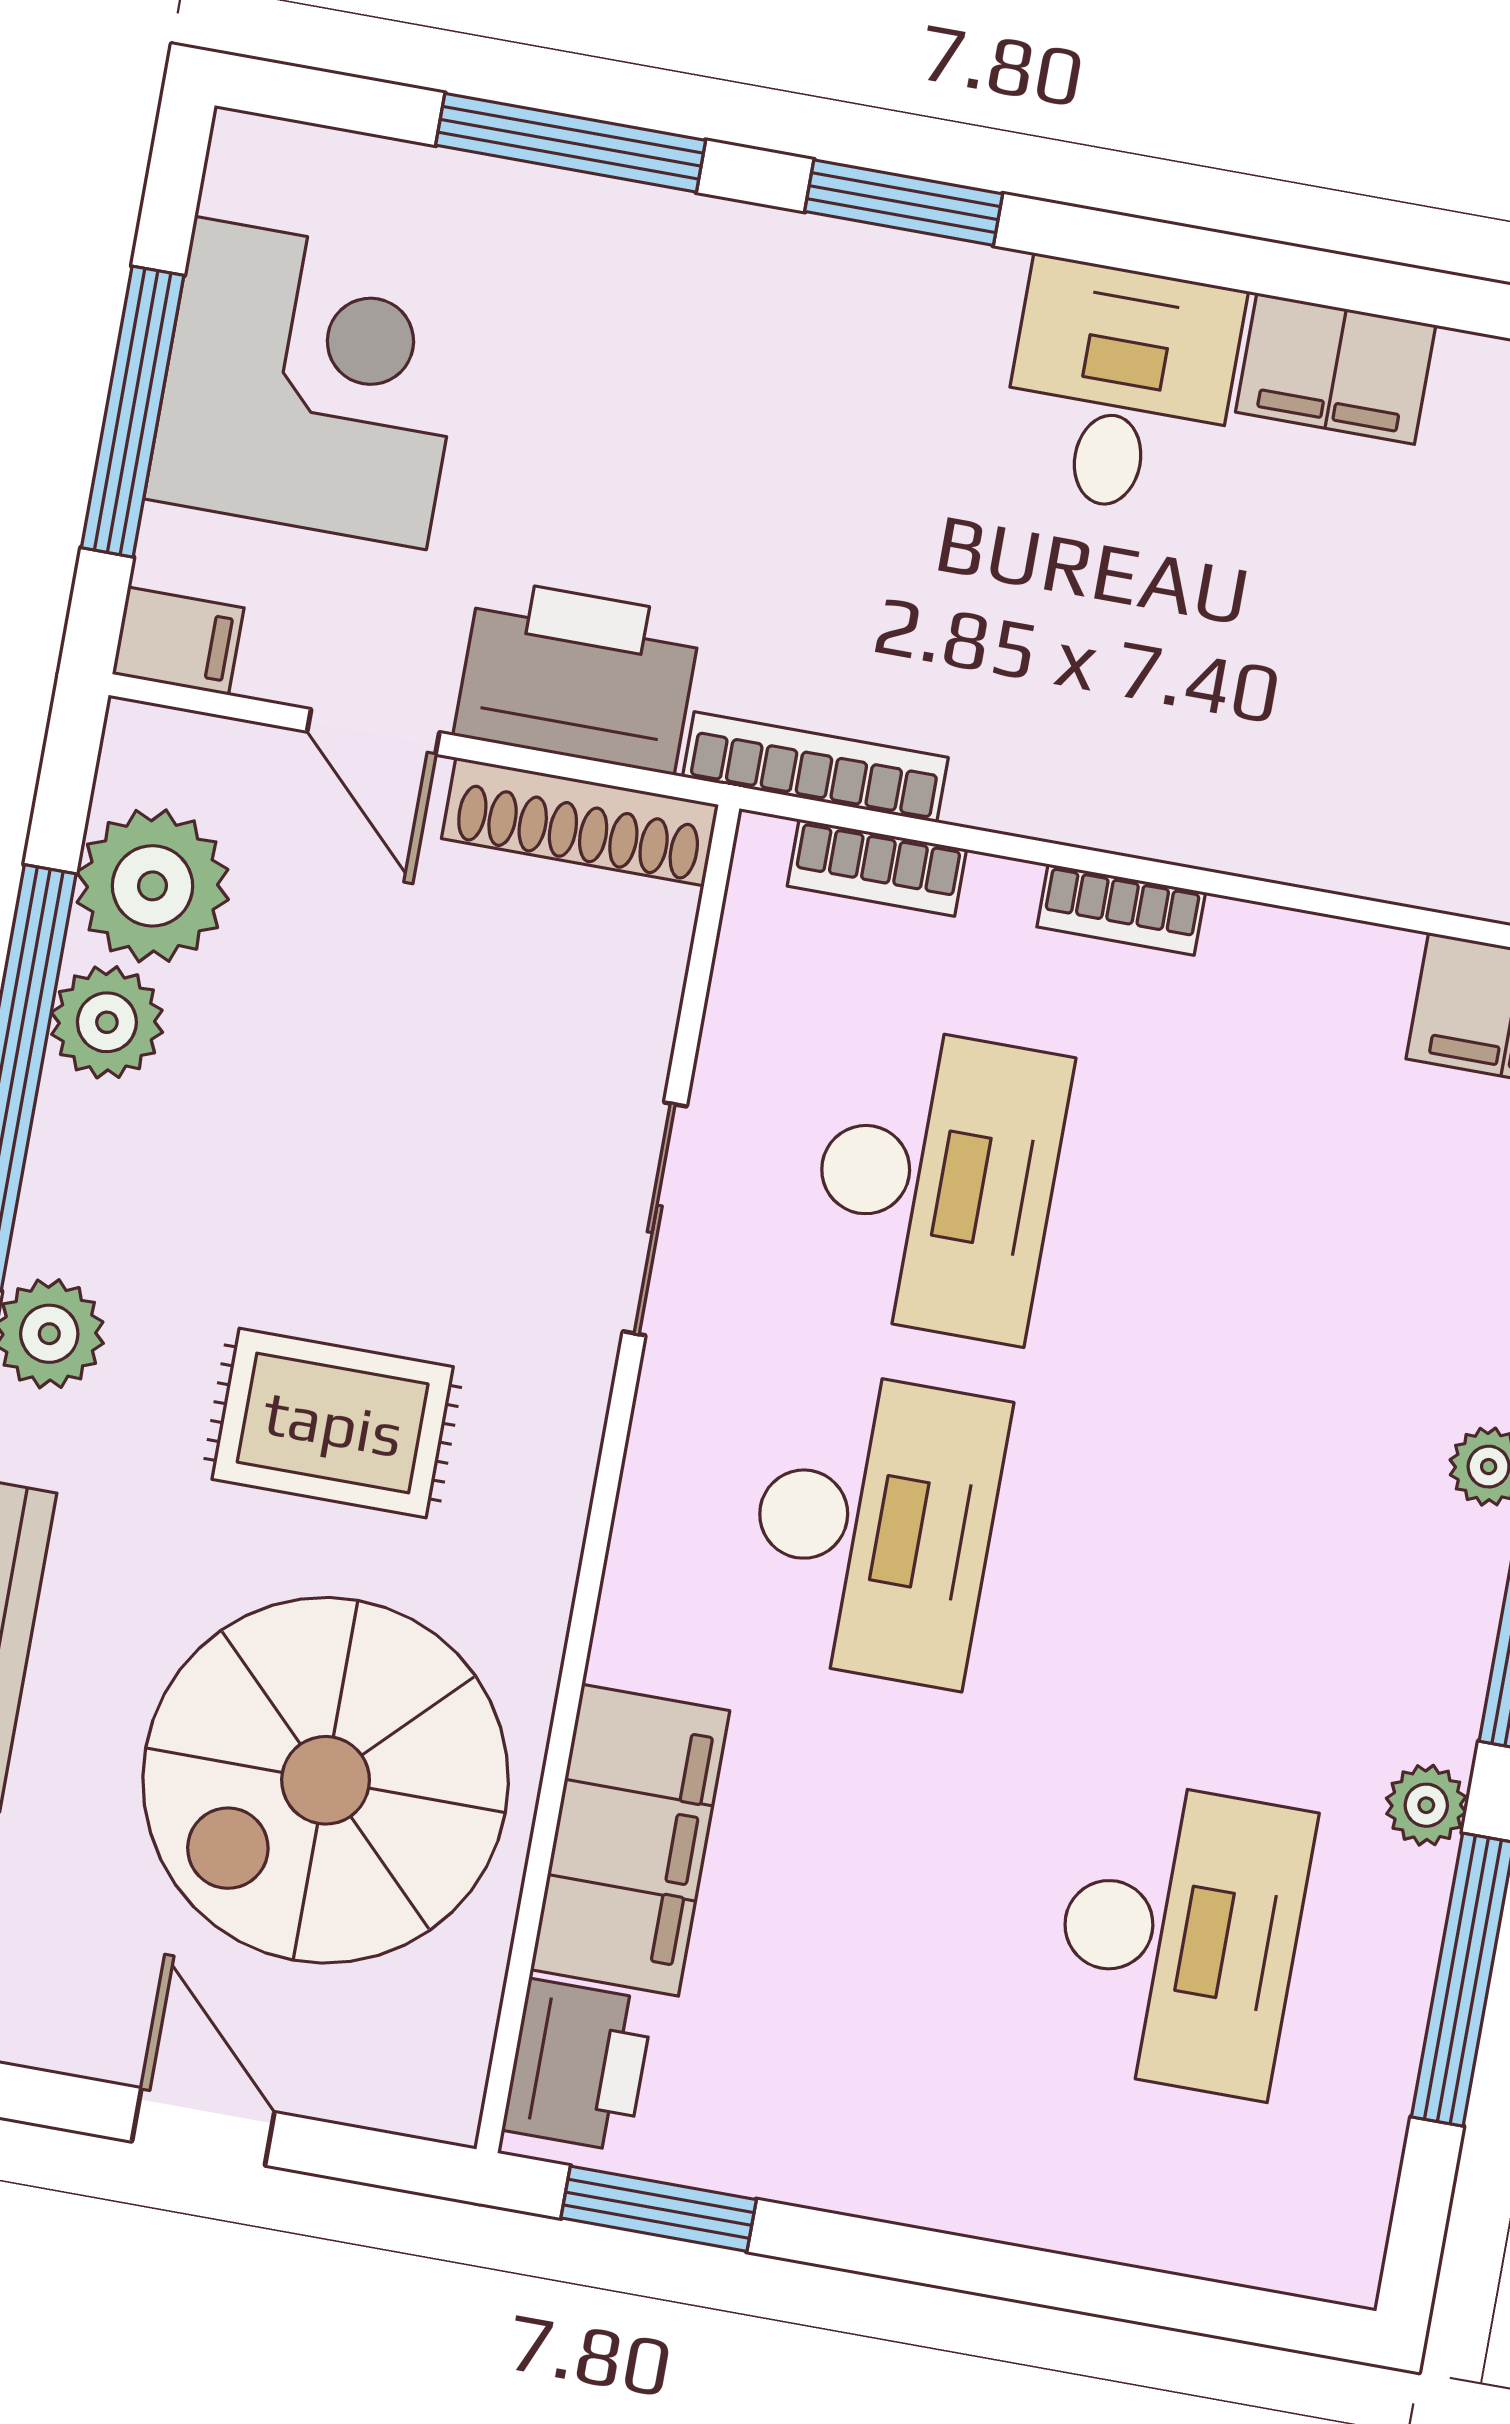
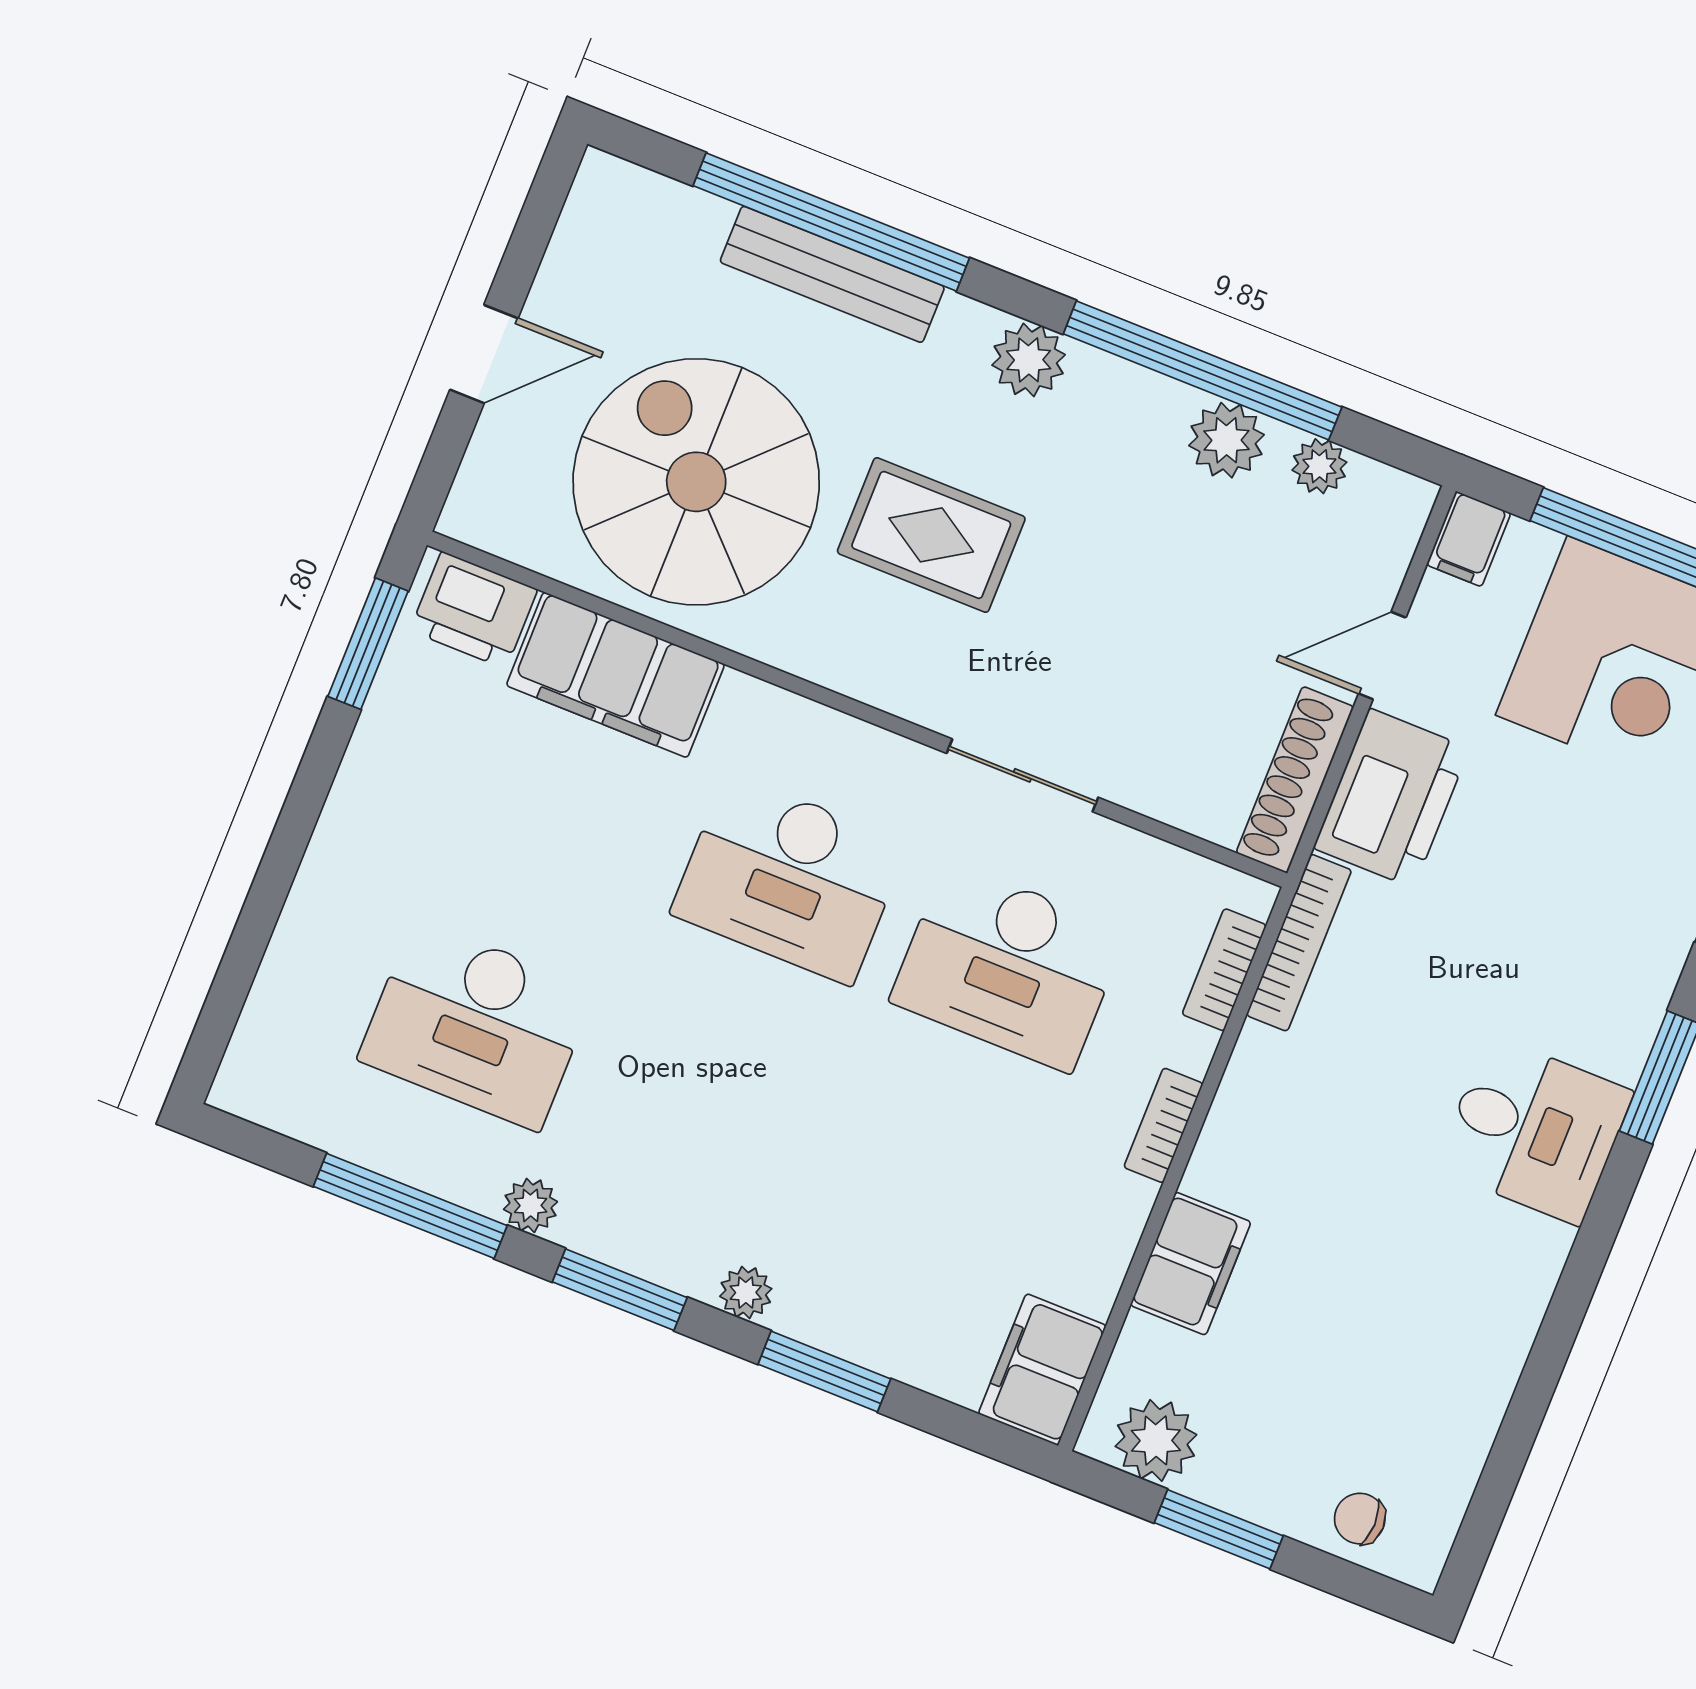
filing cabinet: (1336, 369) -> (1191, 1264), moved, turned 180
desk: (1120, 388) -> (1534, 1130), moved
plant: (152, 886) -> (1319, 466), width x0.53, depth x0.53
rug: (333, 1423) -> (931, 535), turned 90

